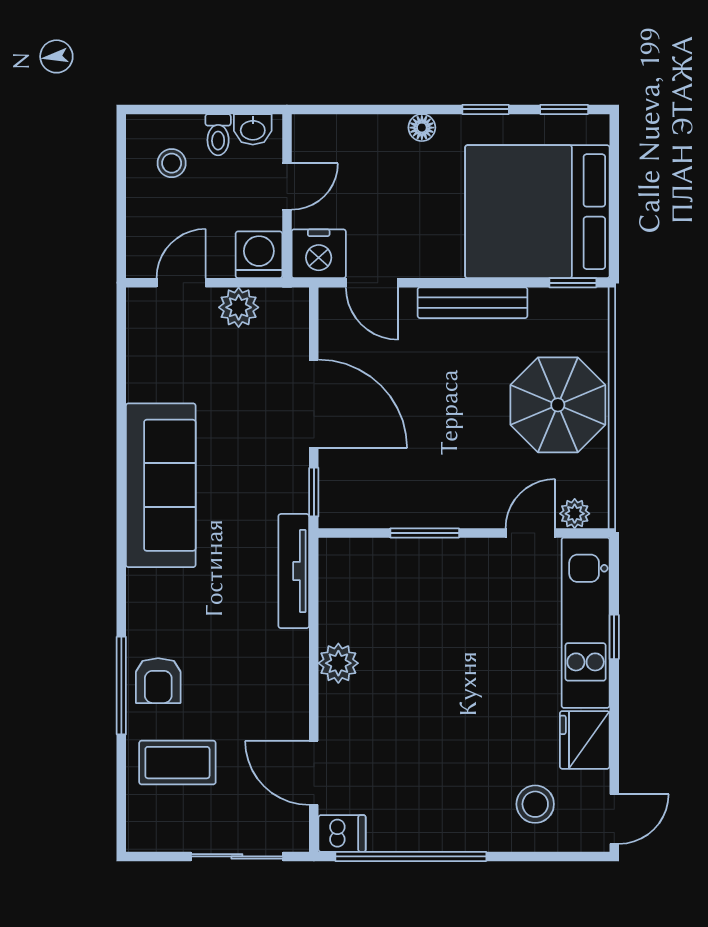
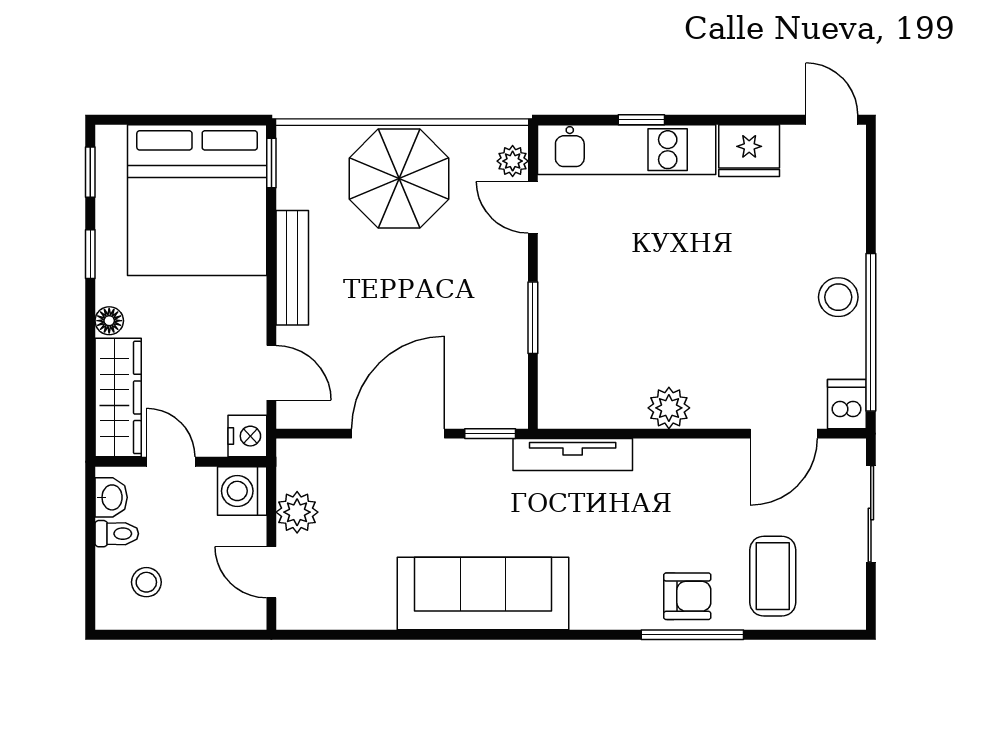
wardrobe: (348, 136) -> (118, 397), added
nightstand: (319, 254) -> (247, 436), width x0.74, depth x0.75
door: (372, 283) -> (271, 373), hinge flipped
stool: (535, 804) -> (838, 297), moved

